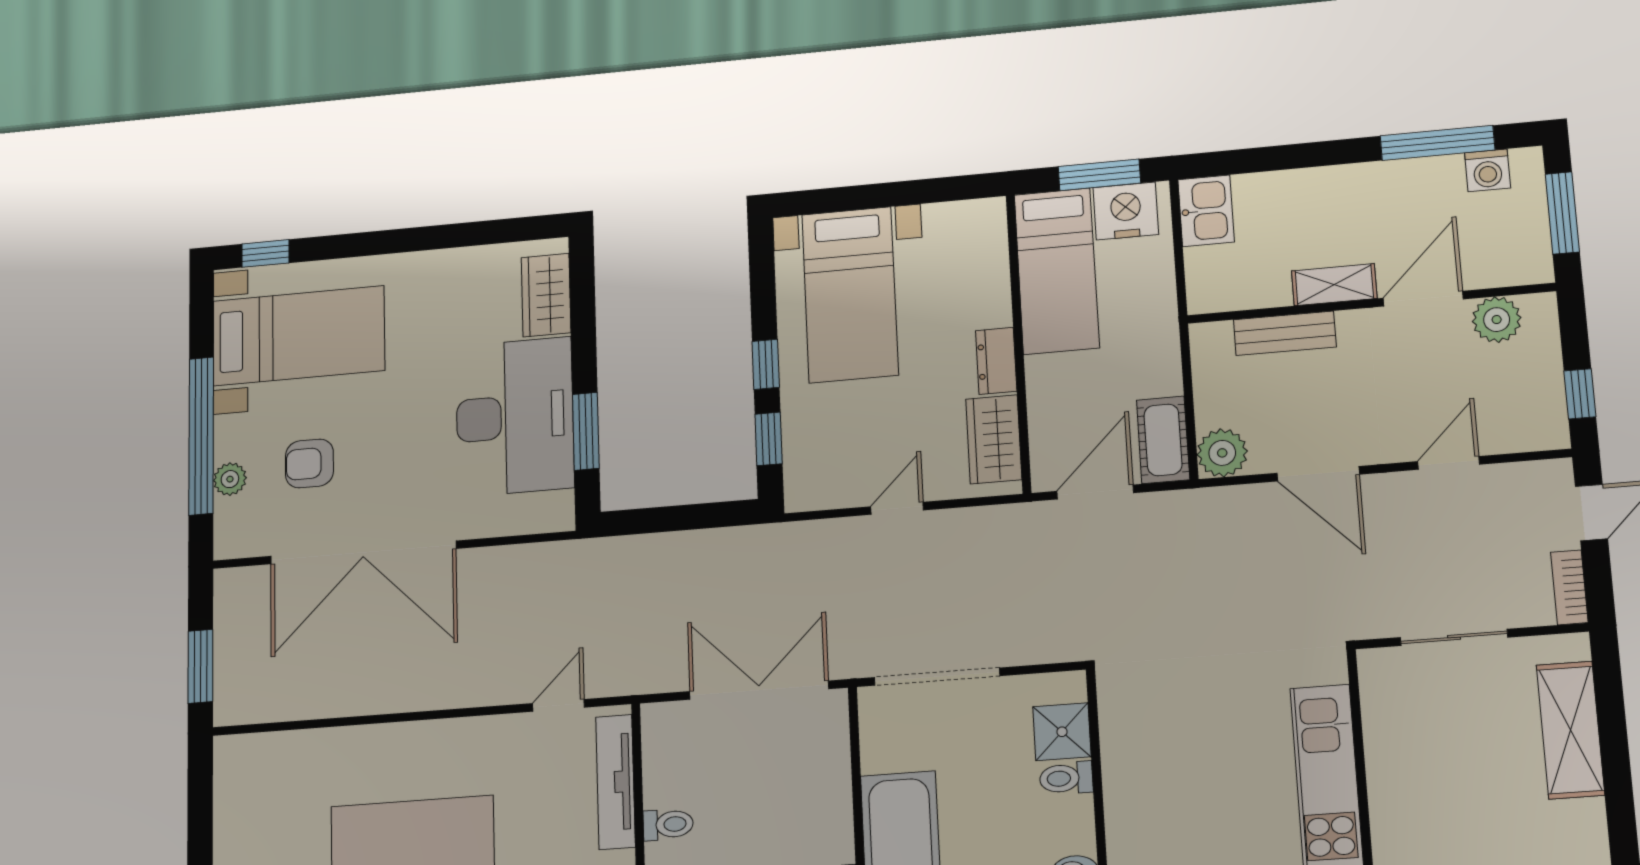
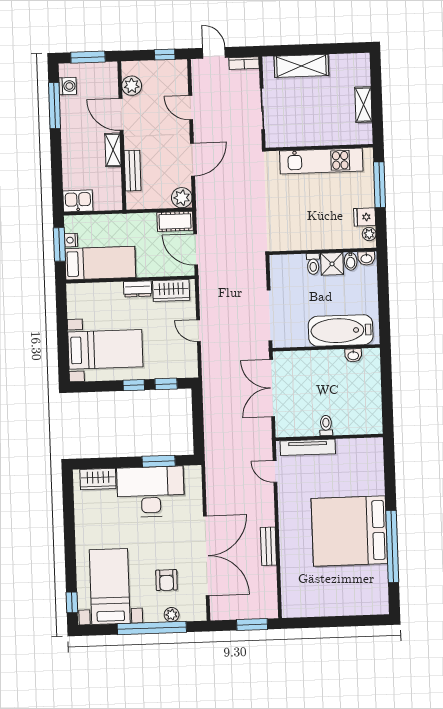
nightstand: (1126, 211) -> (71, 240), width x0.53, depth x0.56
bench: (381, 697) -> (268, 546), added
shower: (1062, 732) -> (332, 264), moved

